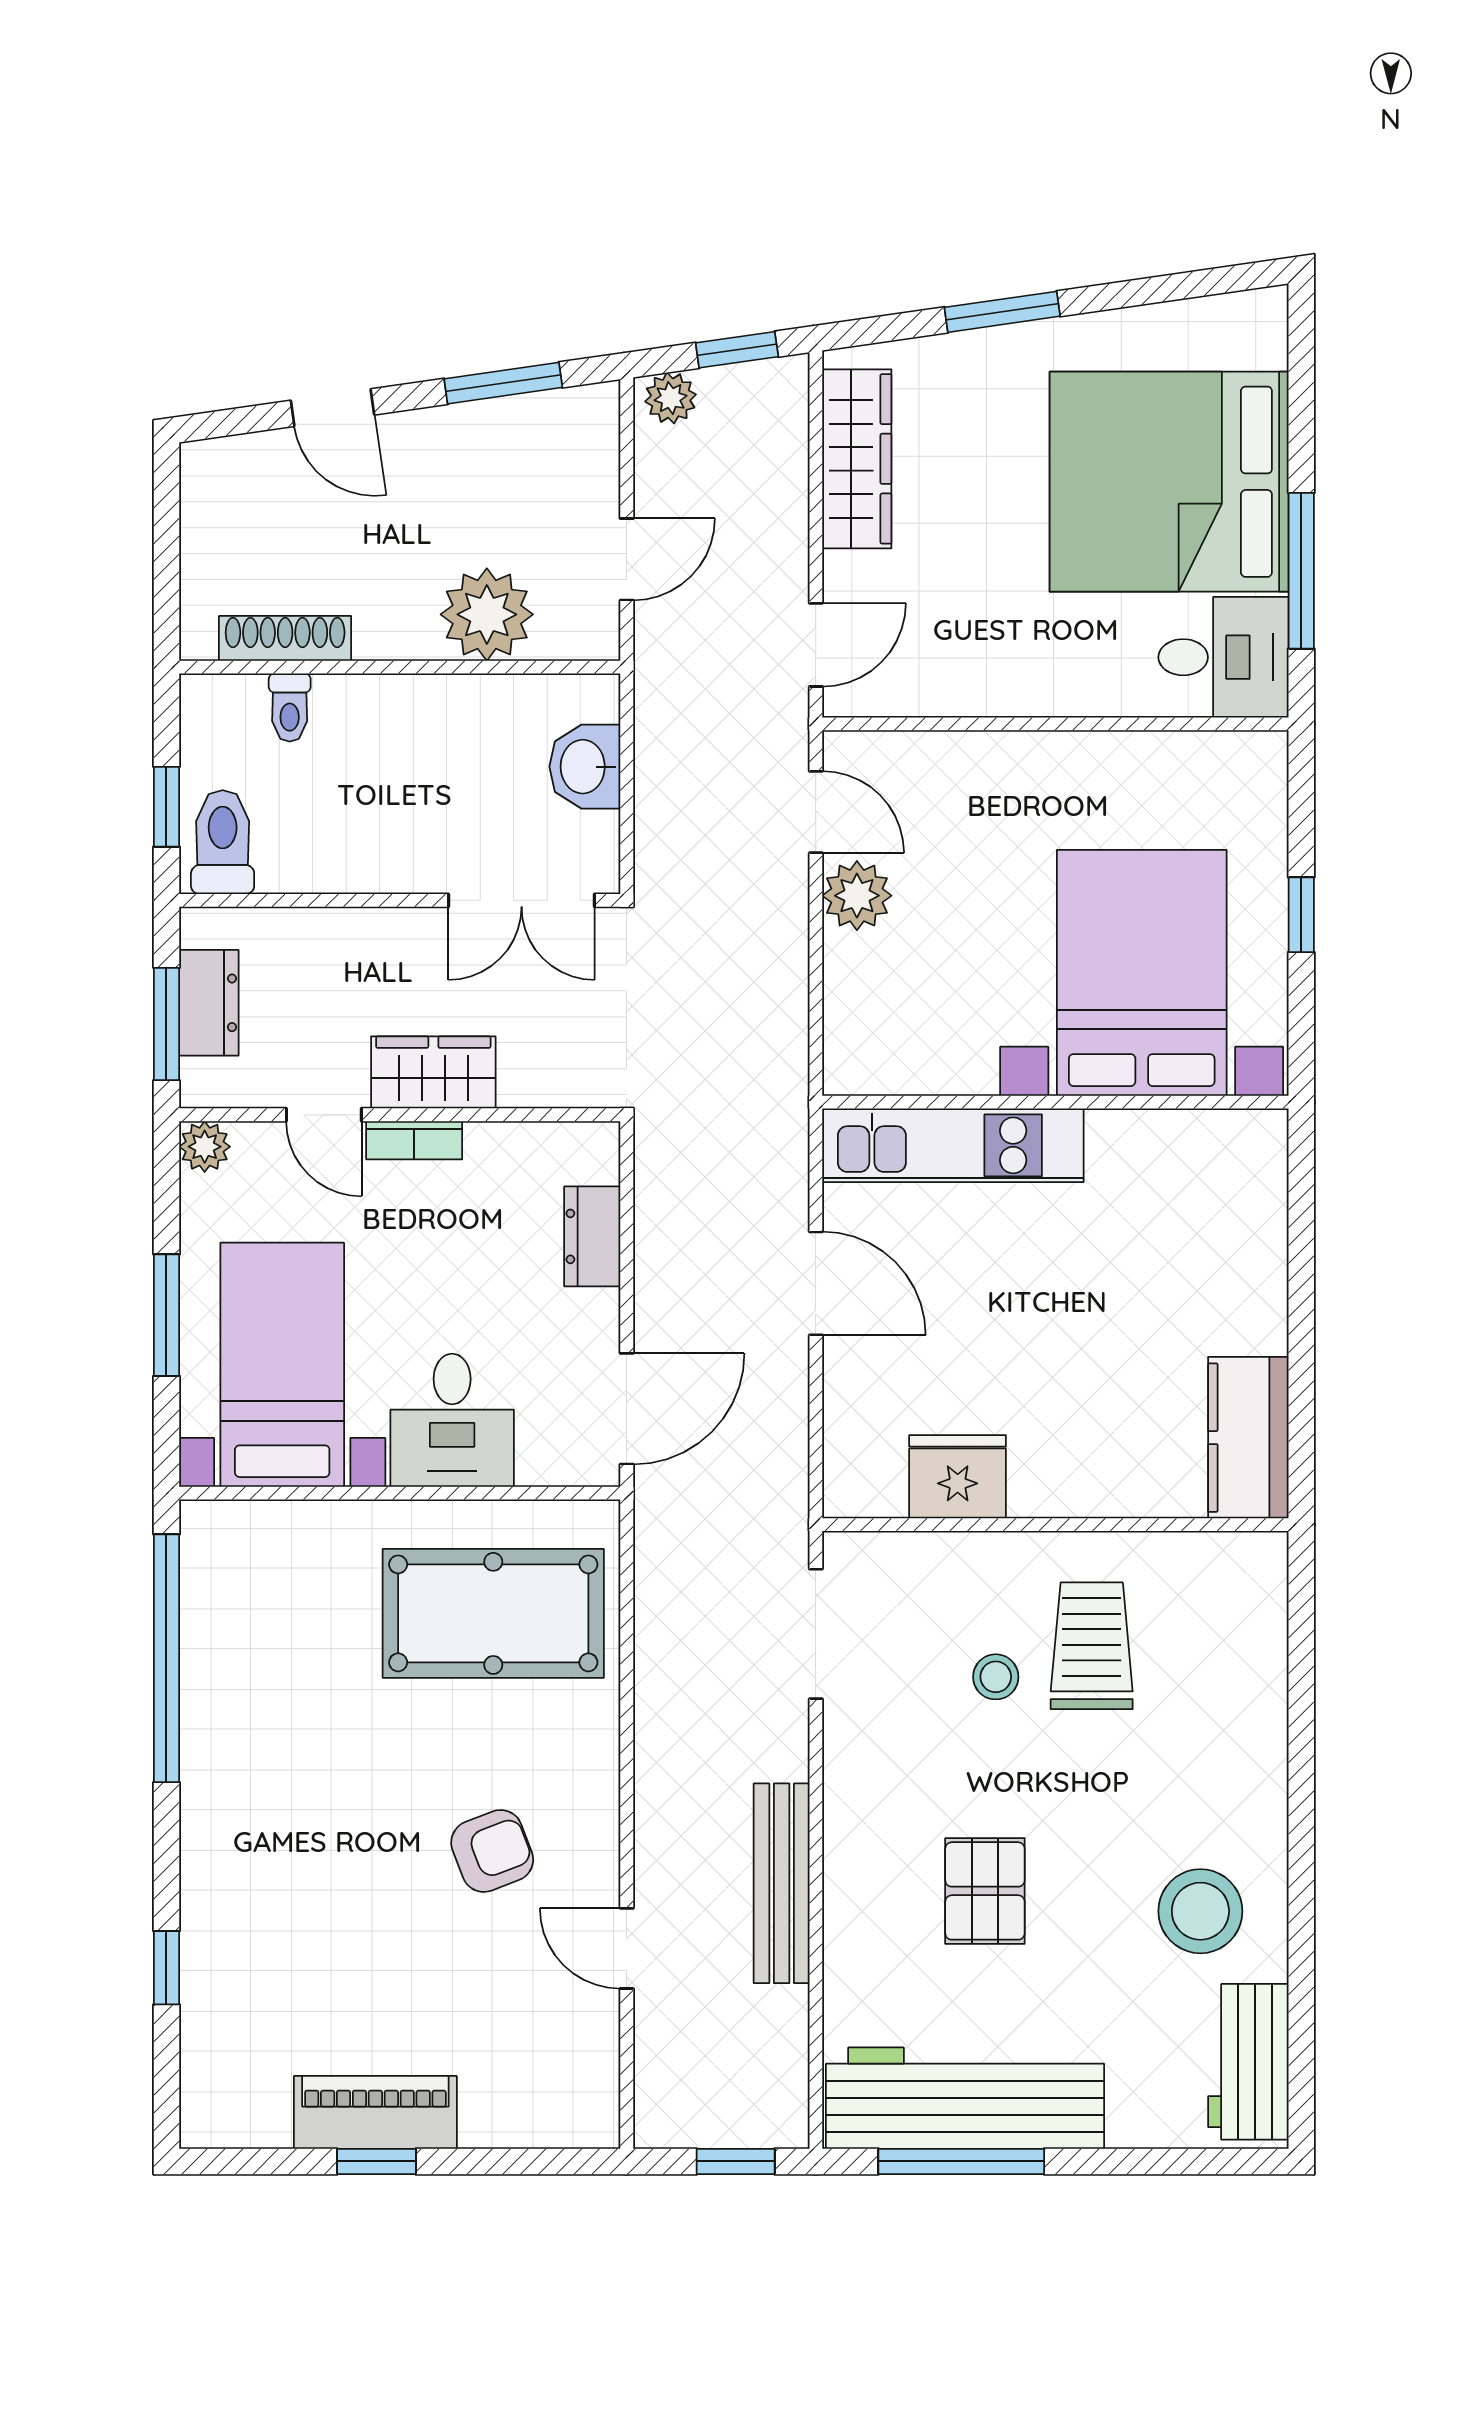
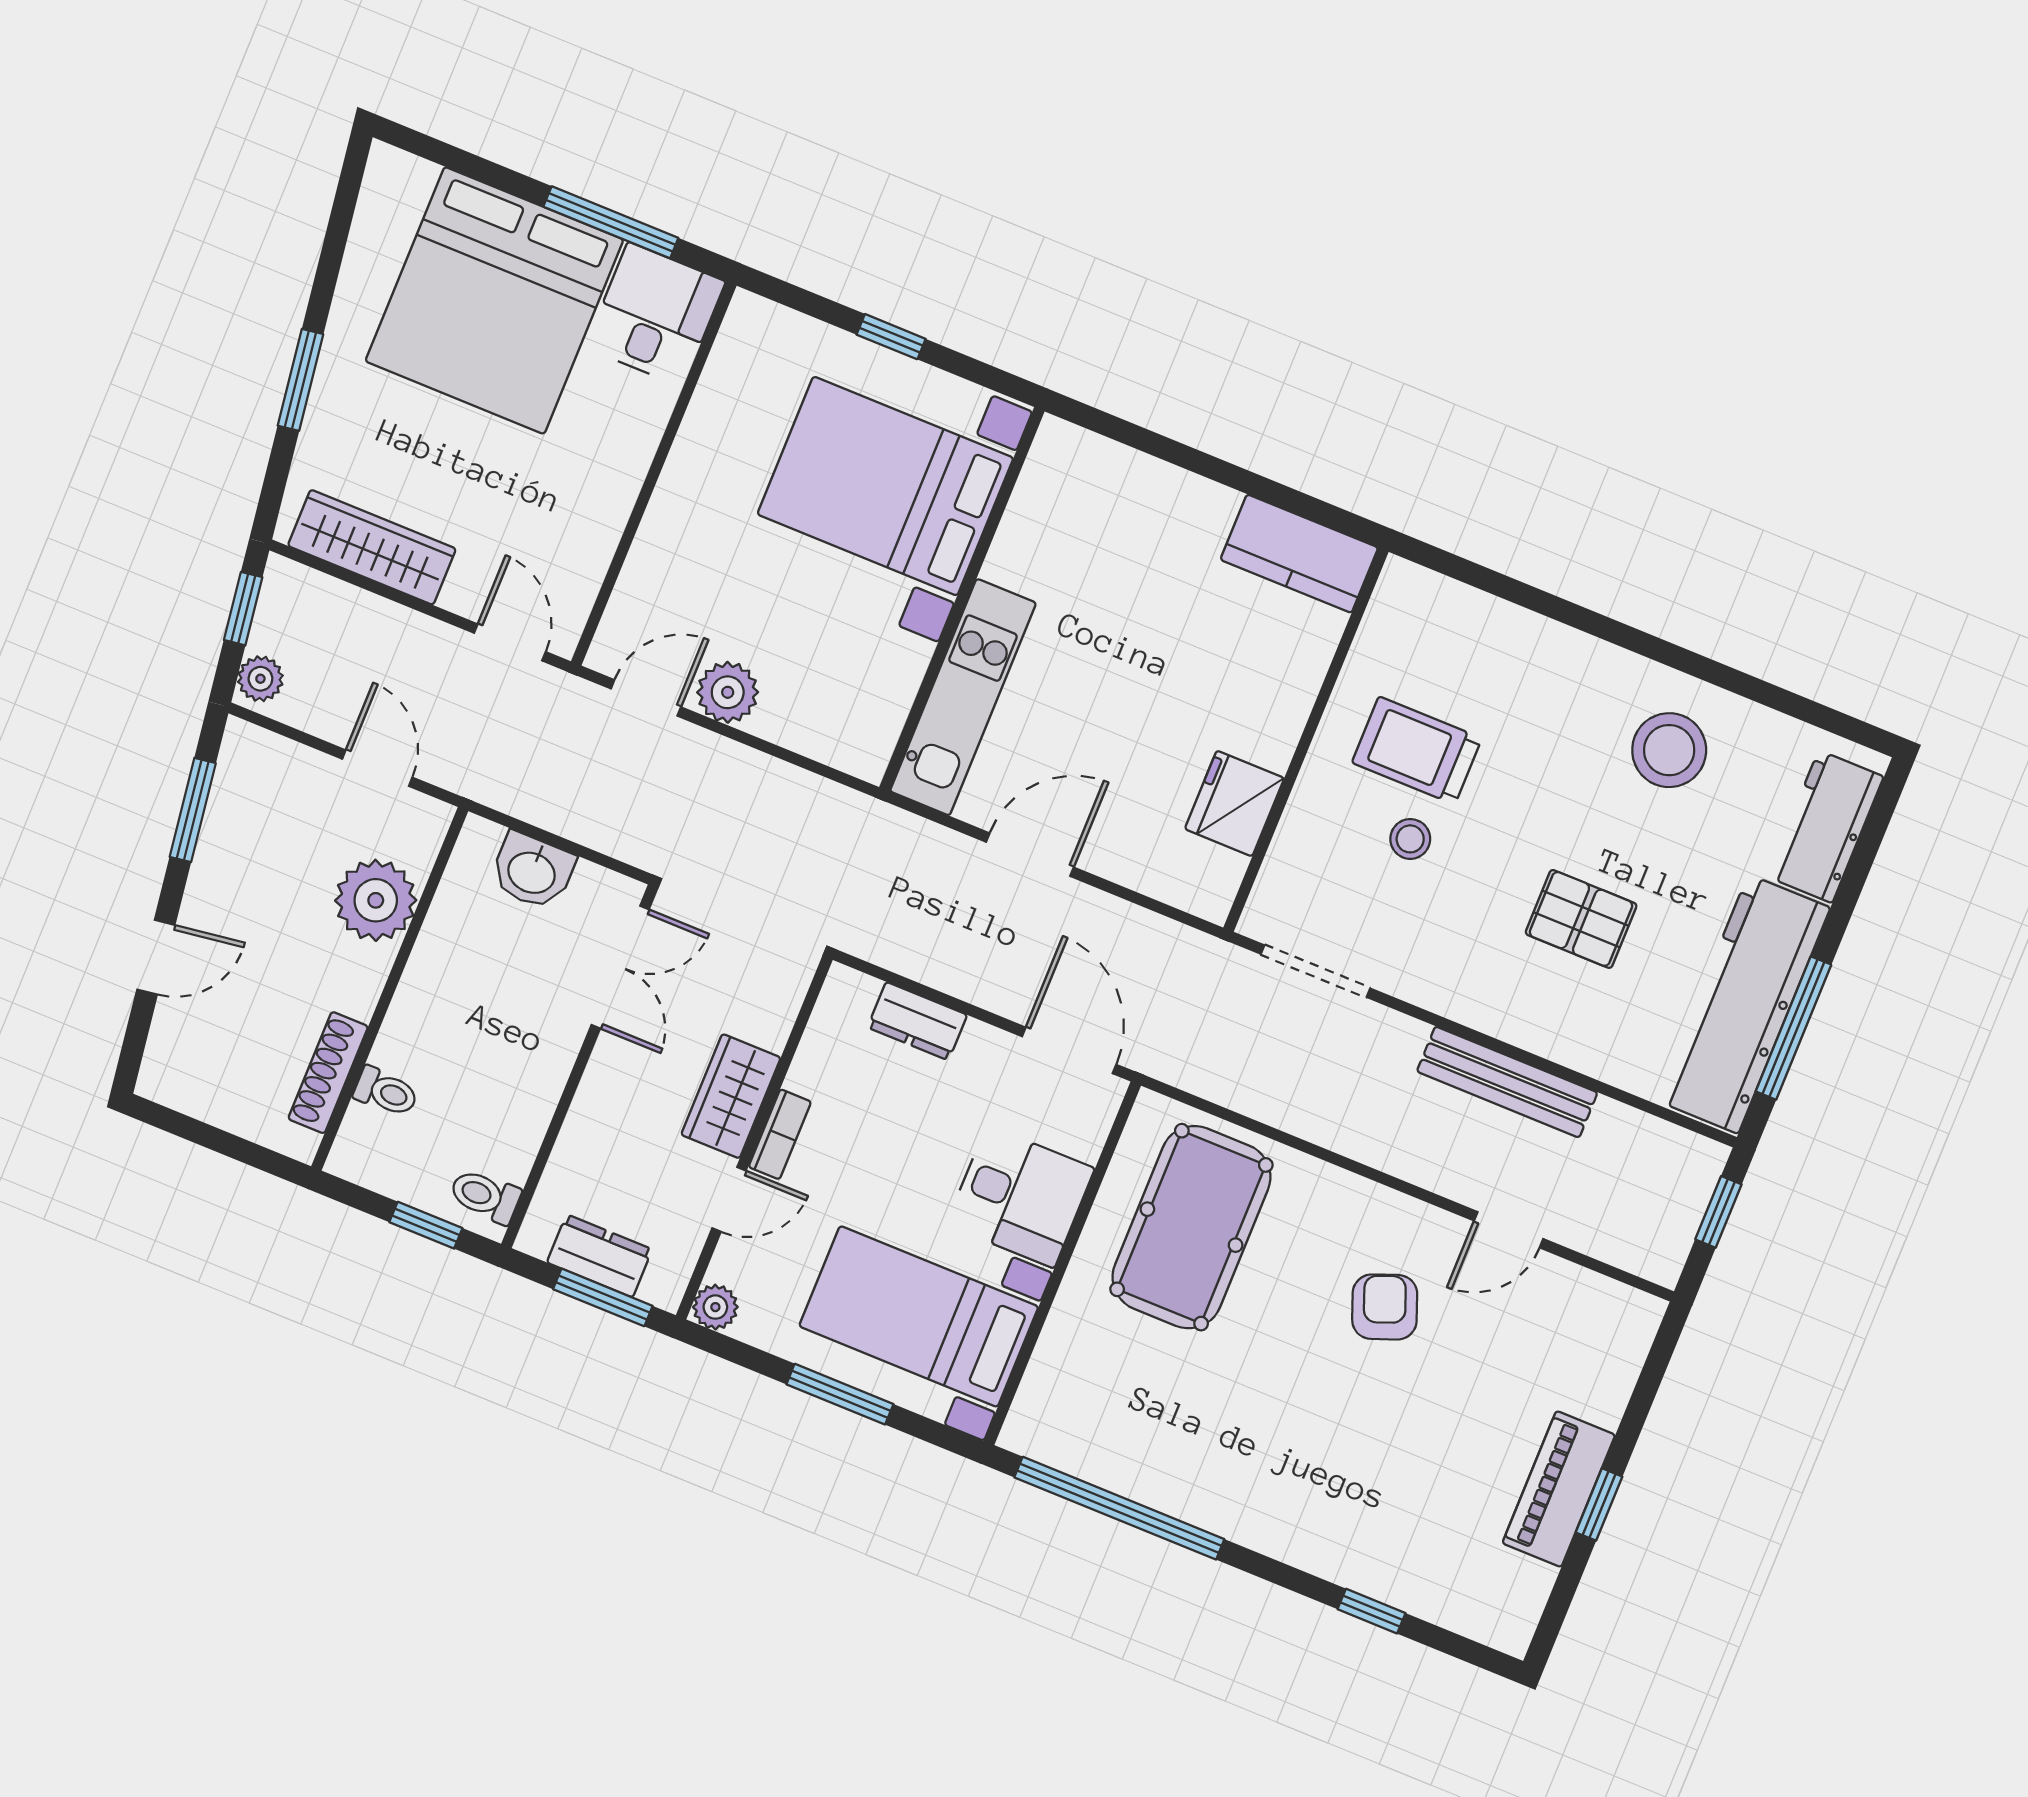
toilet: (223, 842) -> (485, 1196), width x0.73, depth x0.72
workbench: (1248, 2062) -> (1825, 827), moved, turned 90

